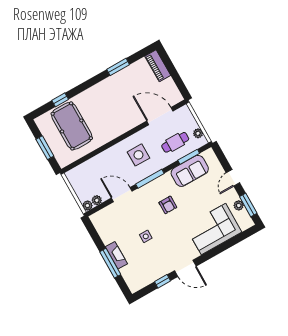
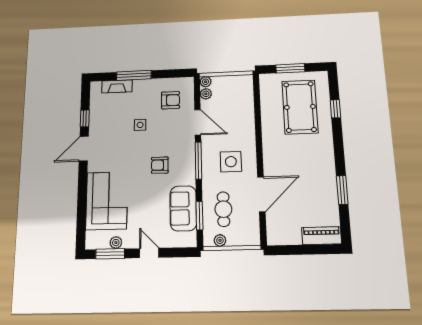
door: (160, 116) -> (261, 194), moved
pool table: (72, 126) -> (300, 107), turned 90
door: (122, 195) -> (198, 122), hinge flipped
armchair: (115, 224) -> (170, 100), added
fireplace: (116, 255) -> (117, 86), moved

